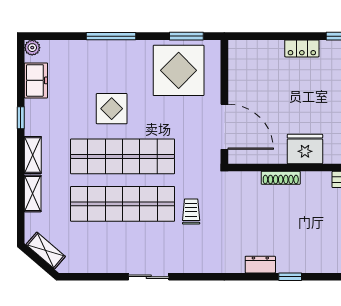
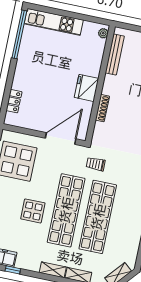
locker: (302, 48) -> (14, 101), moved
window: (21, 118) -> (13, 270), moved
trolley: (191, 211) -> (96, 164), moved

